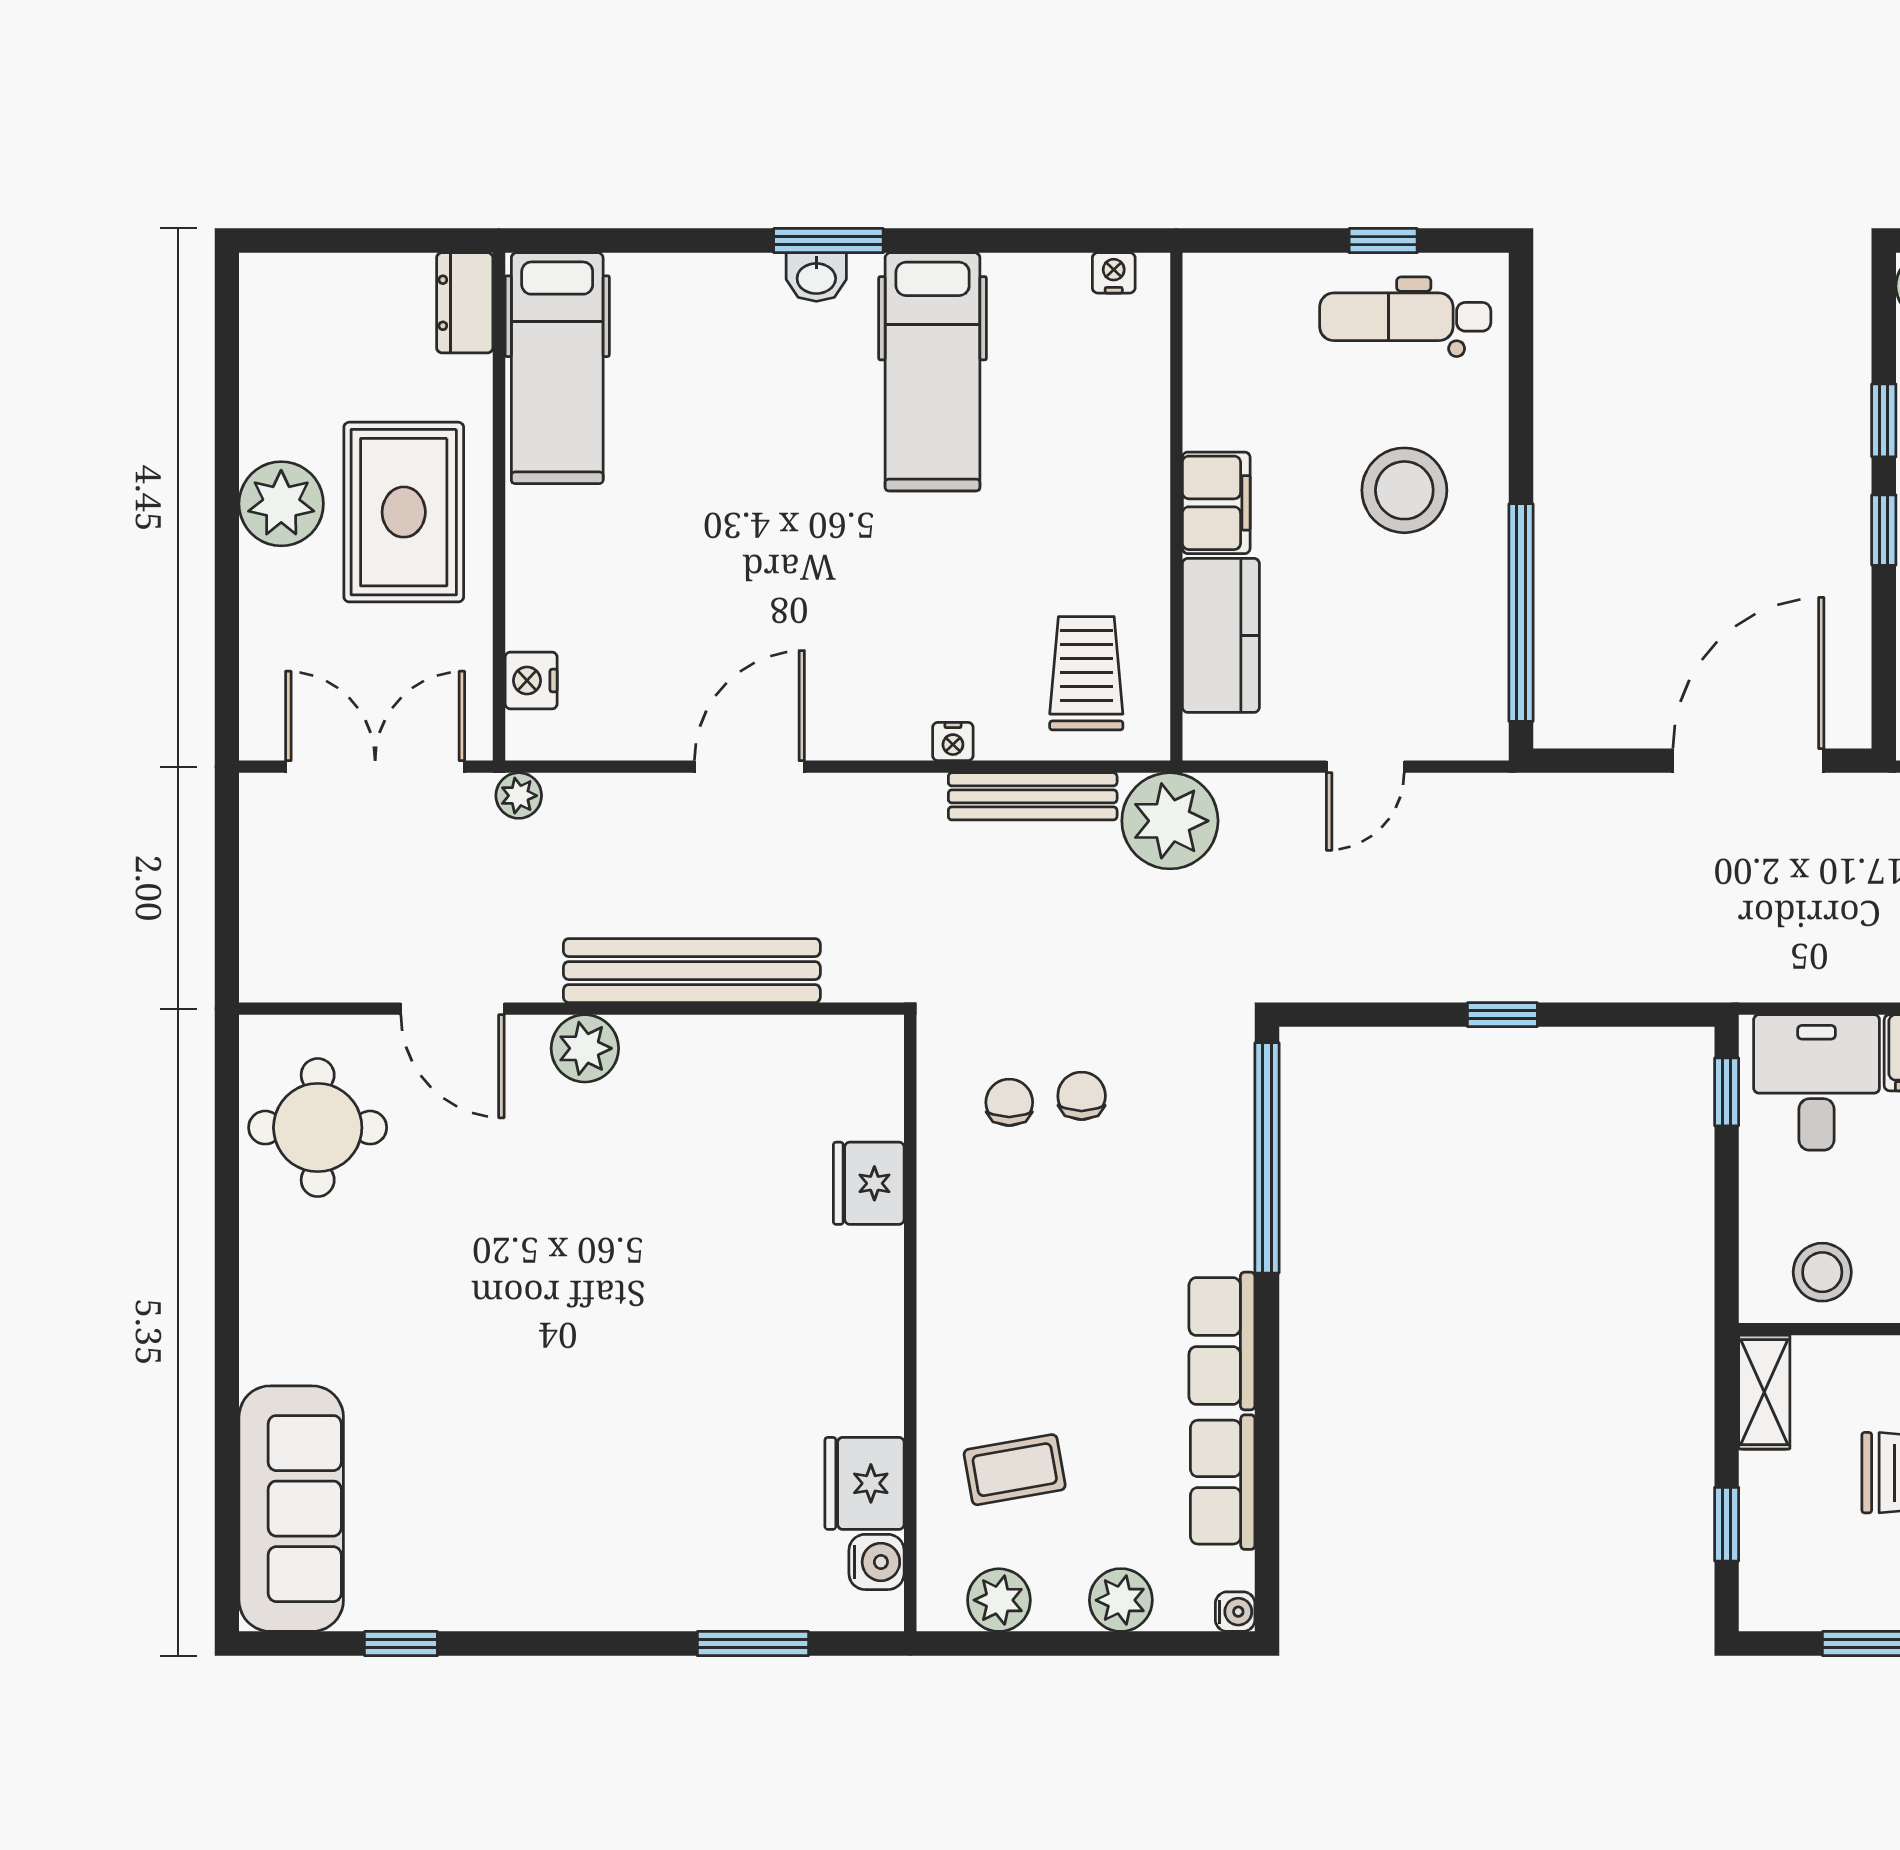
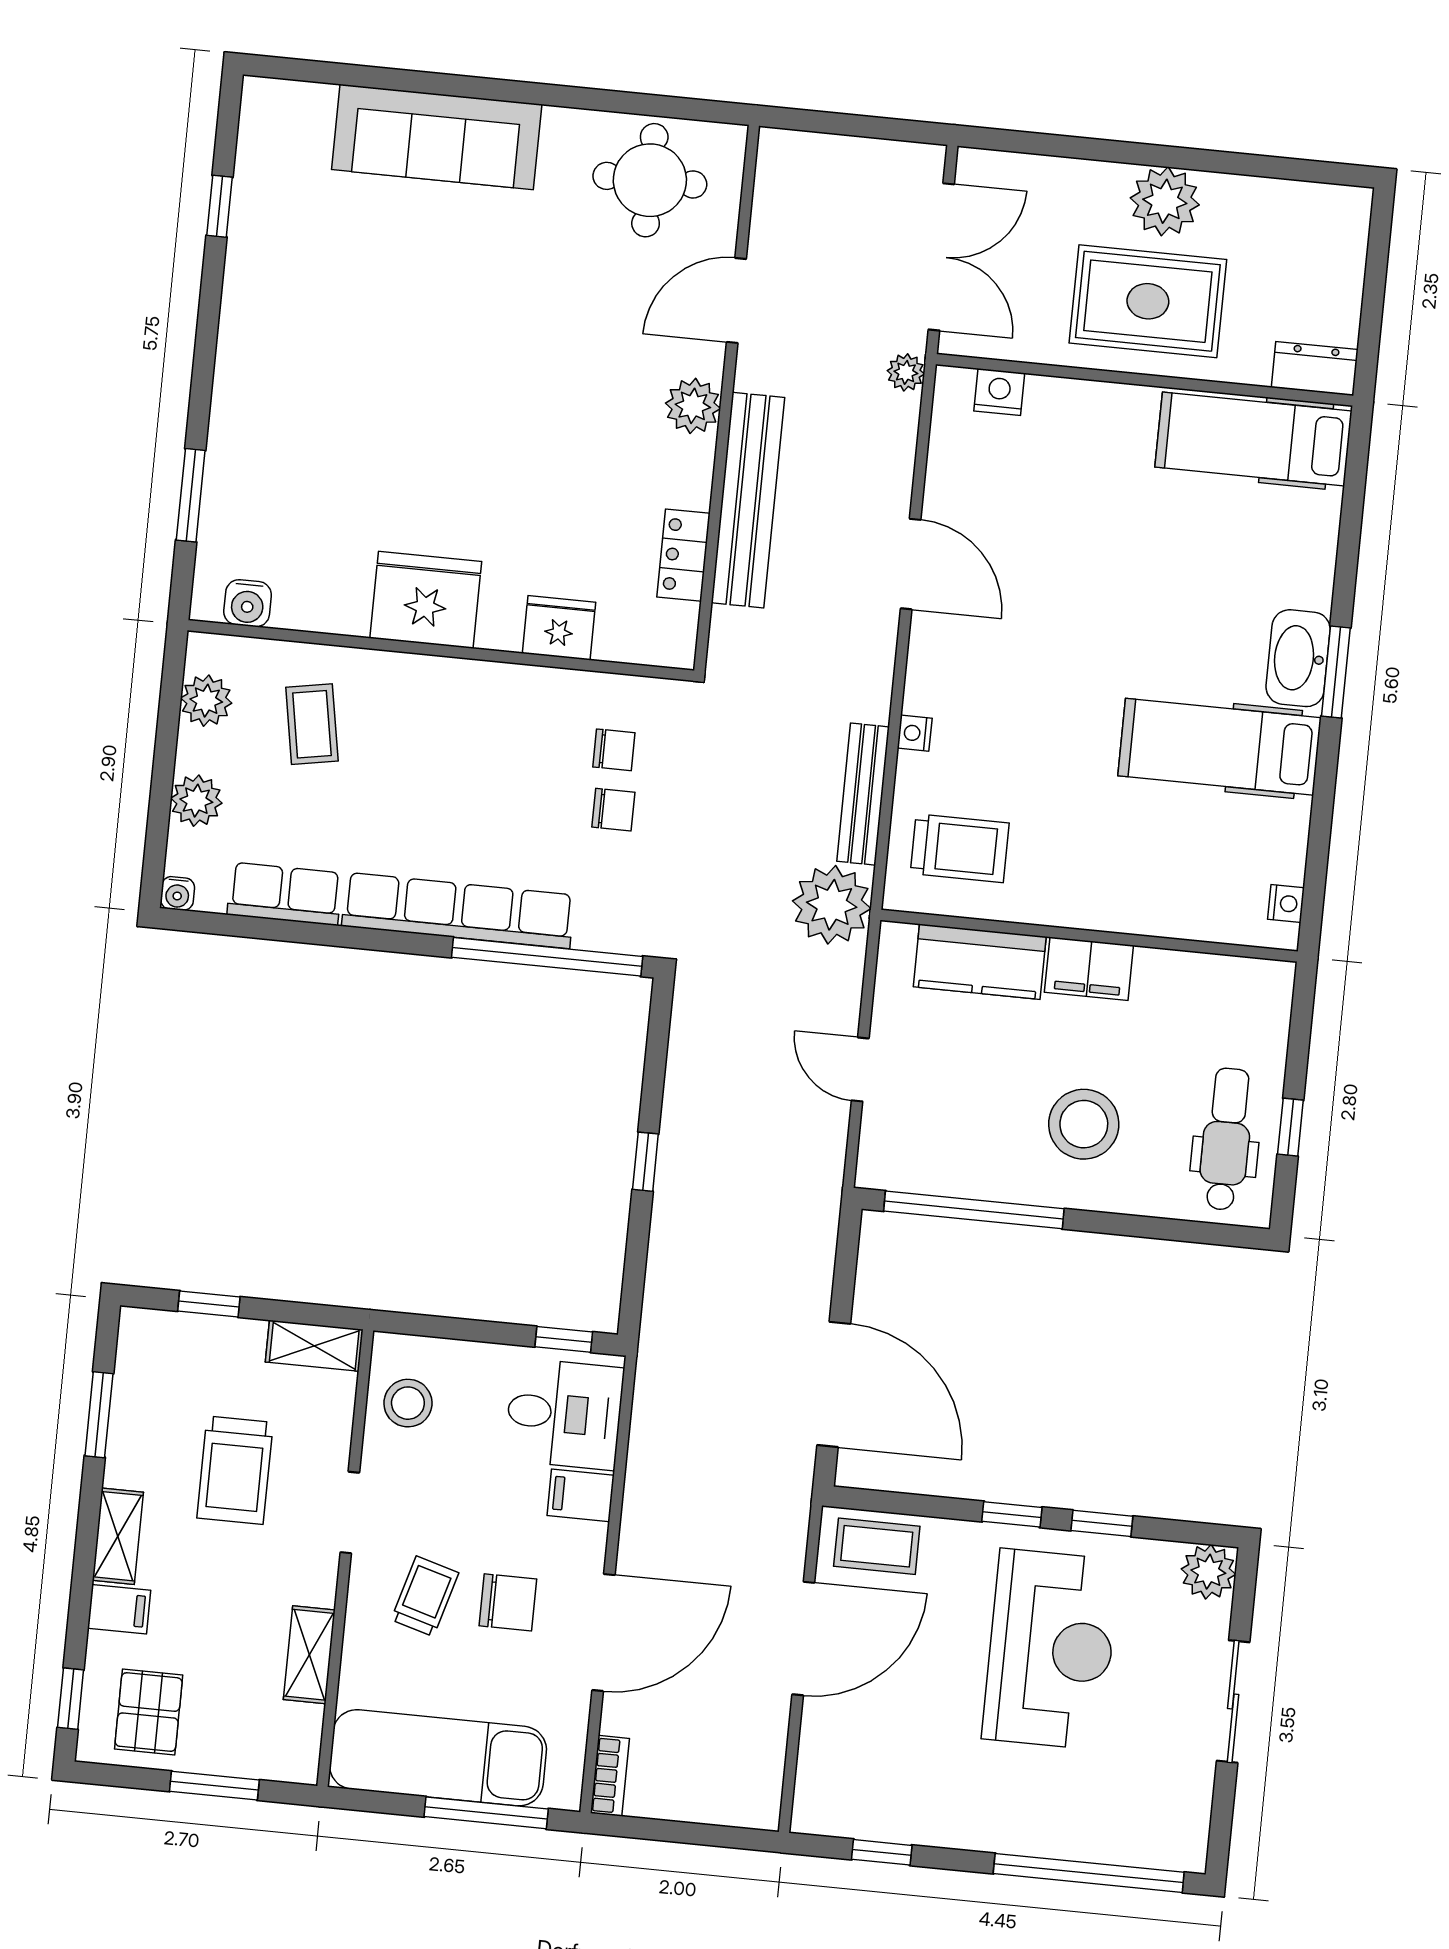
washbasin: (816, 277) -> (1298, 658), width x1.91, depth x1.45
locker: (766, 1042) -> (683, 555), added
row of seats: (1222, 1341) -> (458, 911), width x2.02
fridge: (864, 1483) -> (426, 600), moved, width x1.36, depth x1.34
sofa: (291, 1509) -> (437, 137), moved

